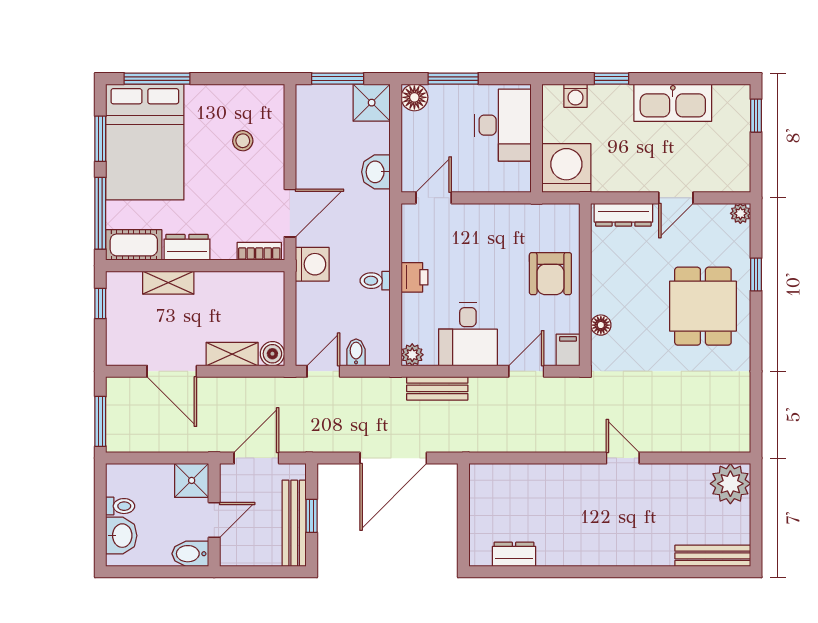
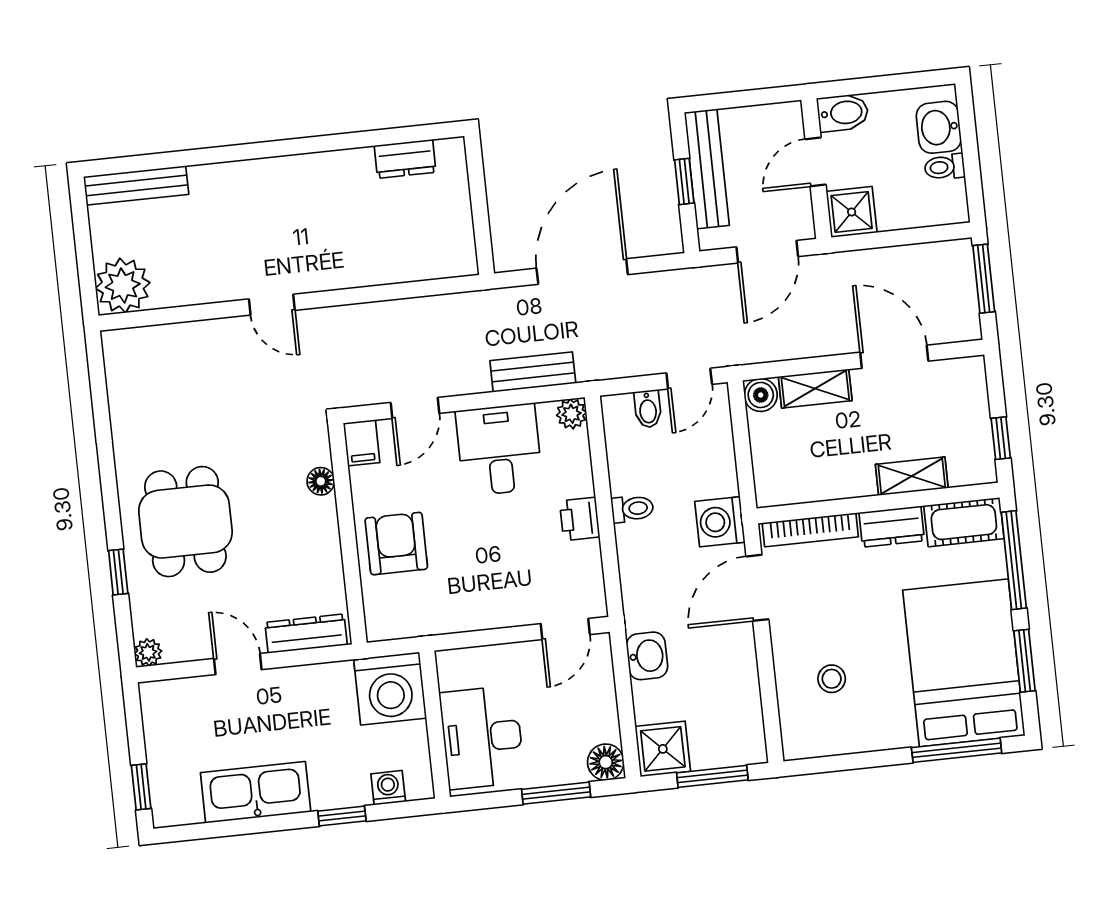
door: (676, 198) -> (238, 664), hinge flipped
bookcase: (259, 251) -> (810, 530), width x1.56

